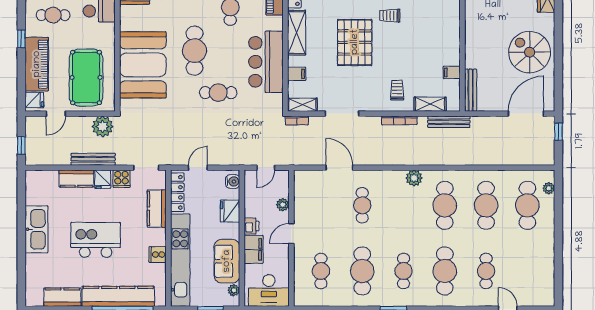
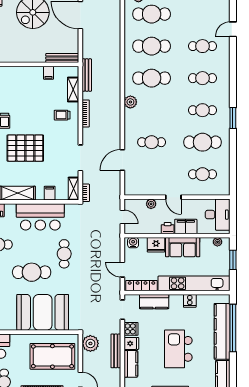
sofa: (227, 261) -> (183, 247), moved
cafe table: (445, 271) -> (202, 78), width x0.73, depth x0.74

